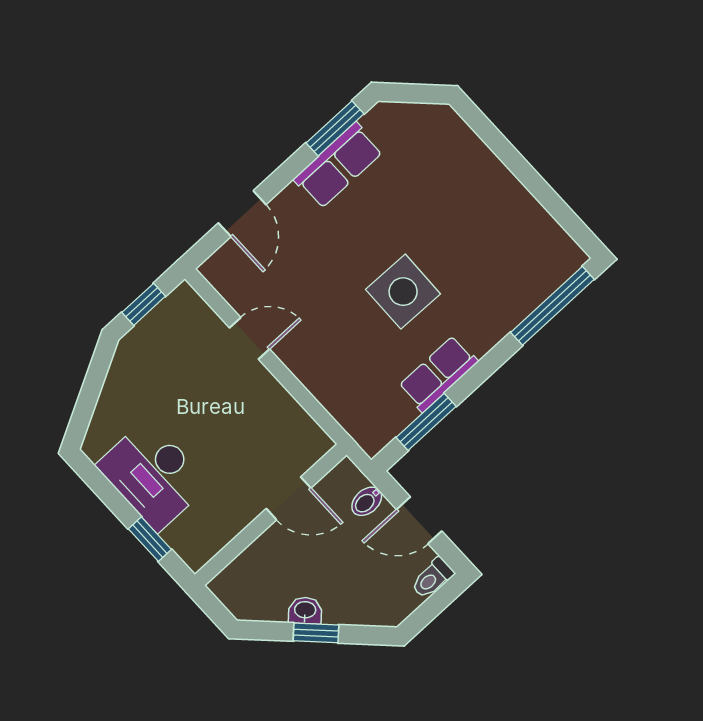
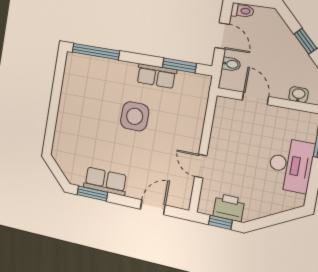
printer: (157, 334) -> (229, 208), added
washbasin: (305, 610) -> (298, 95), moved, turned 135

